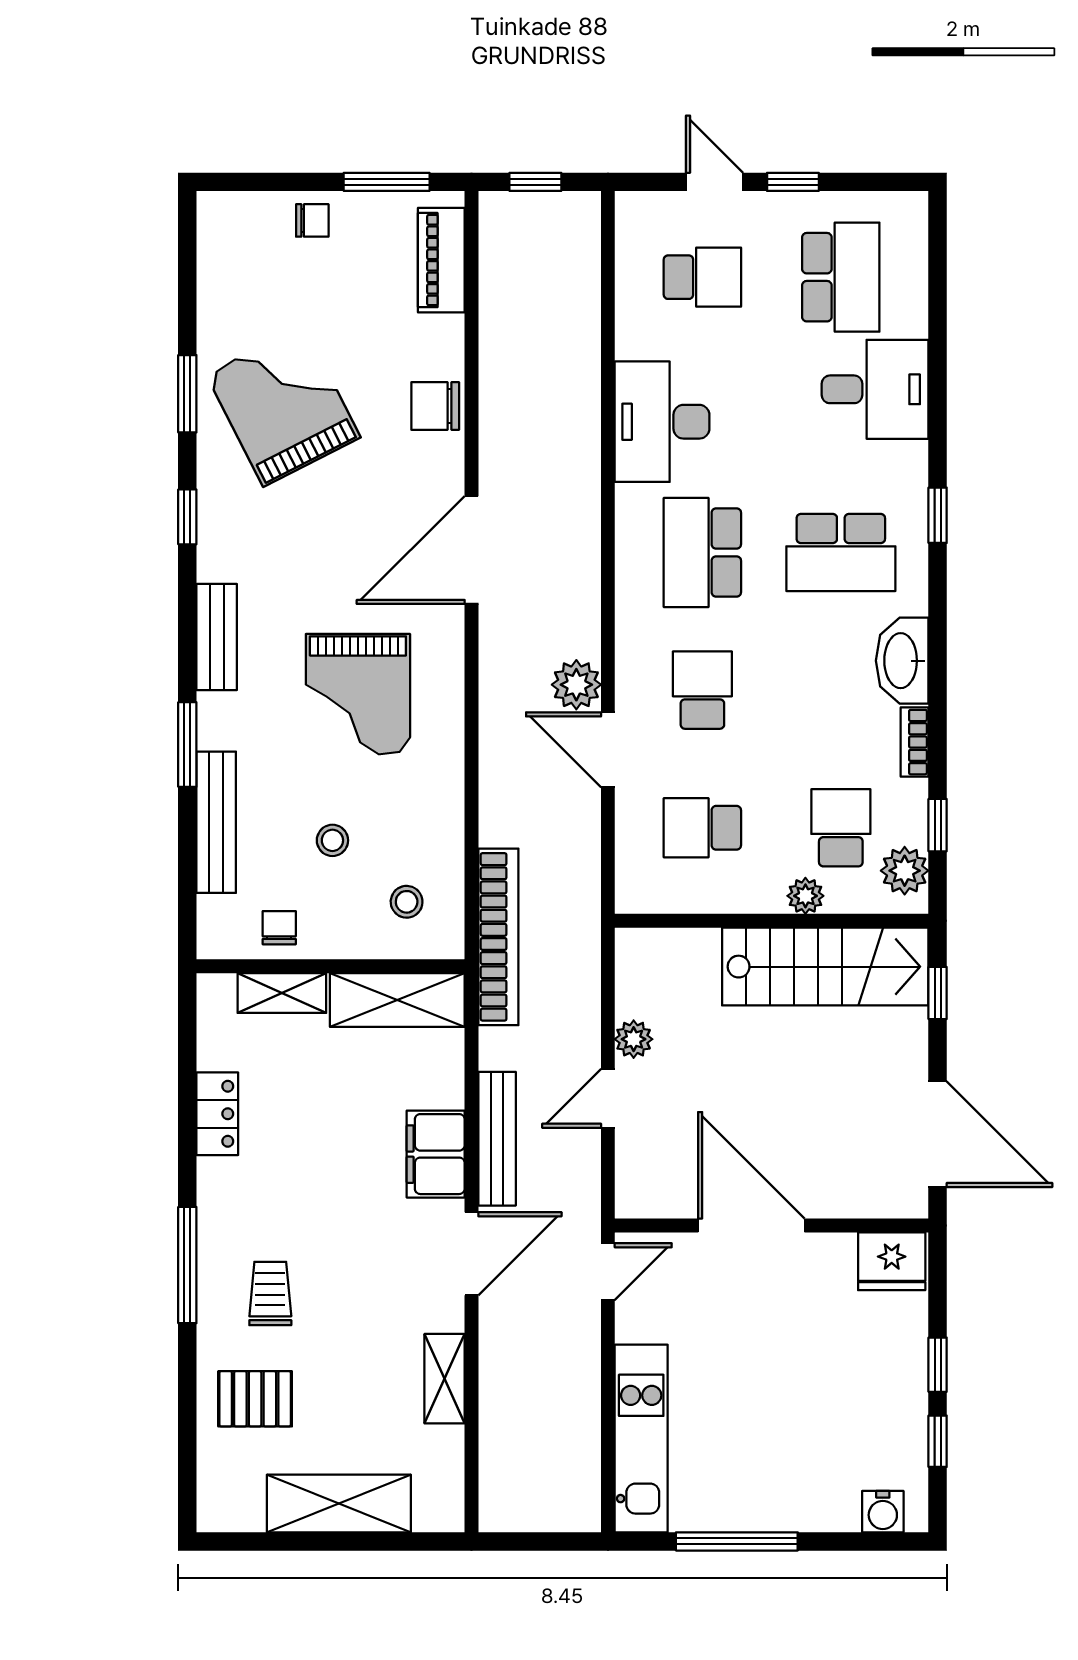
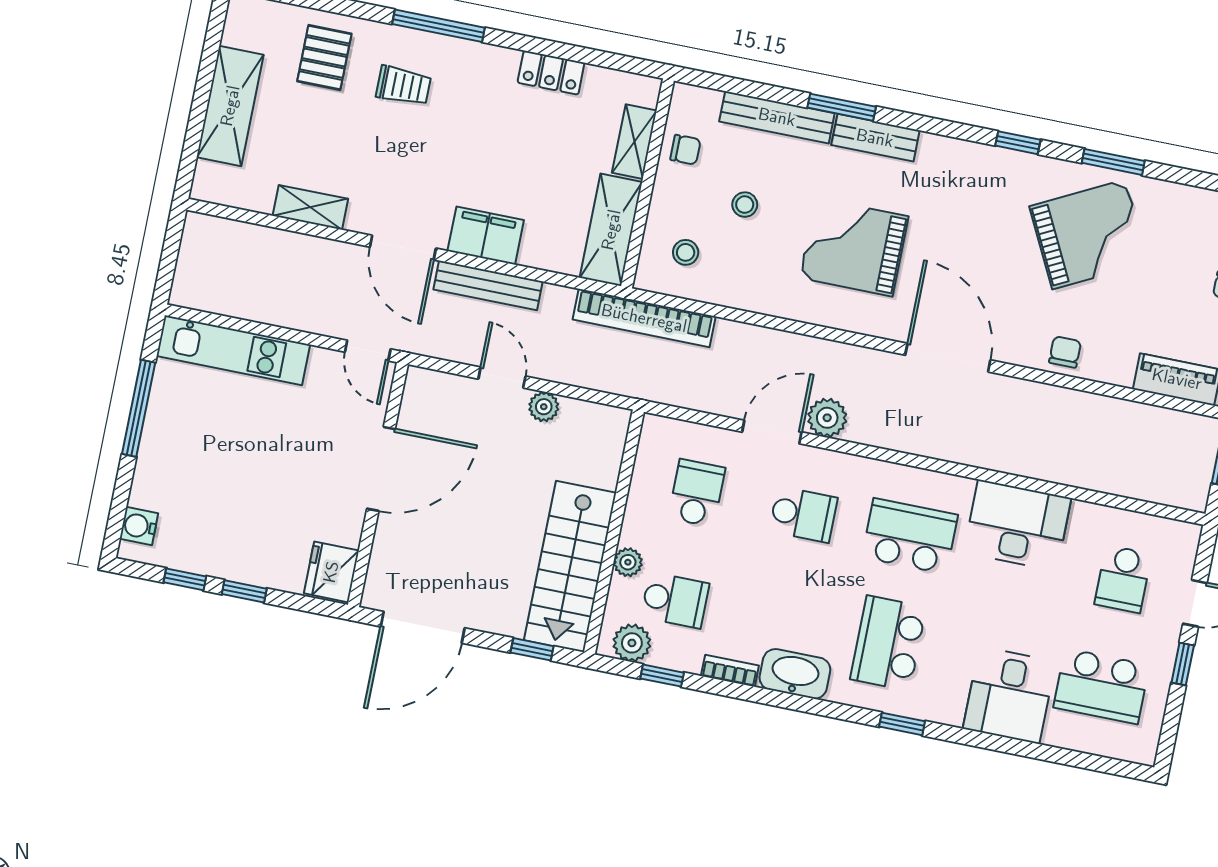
chair: (435, 406) -> (1065, 352), width x0.73, depth x0.73
bench: (217, 637) -> (875, 138), moved

